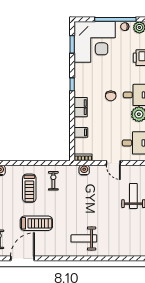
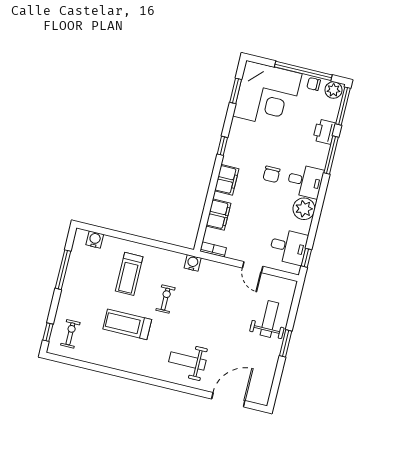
filing cabinet: (81, 132) -> (218, 215), width x2.00
water cooler: (84, 170) -> (193, 263), moved
exercise bike: (53, 181) -> (165, 299), moved
treadmill: (36, 223) -> (127, 324), turned 180
door: (23, 258) -> (228, 400), moved

